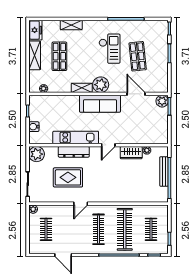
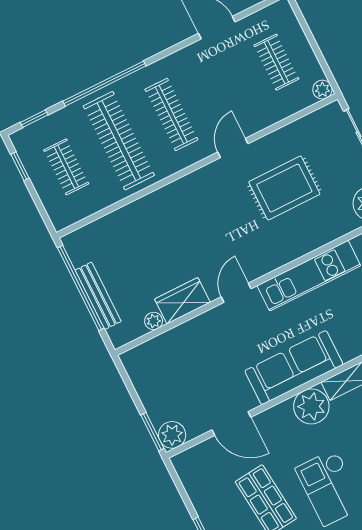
dresser: (74, 152) -> (298, 245), removed

